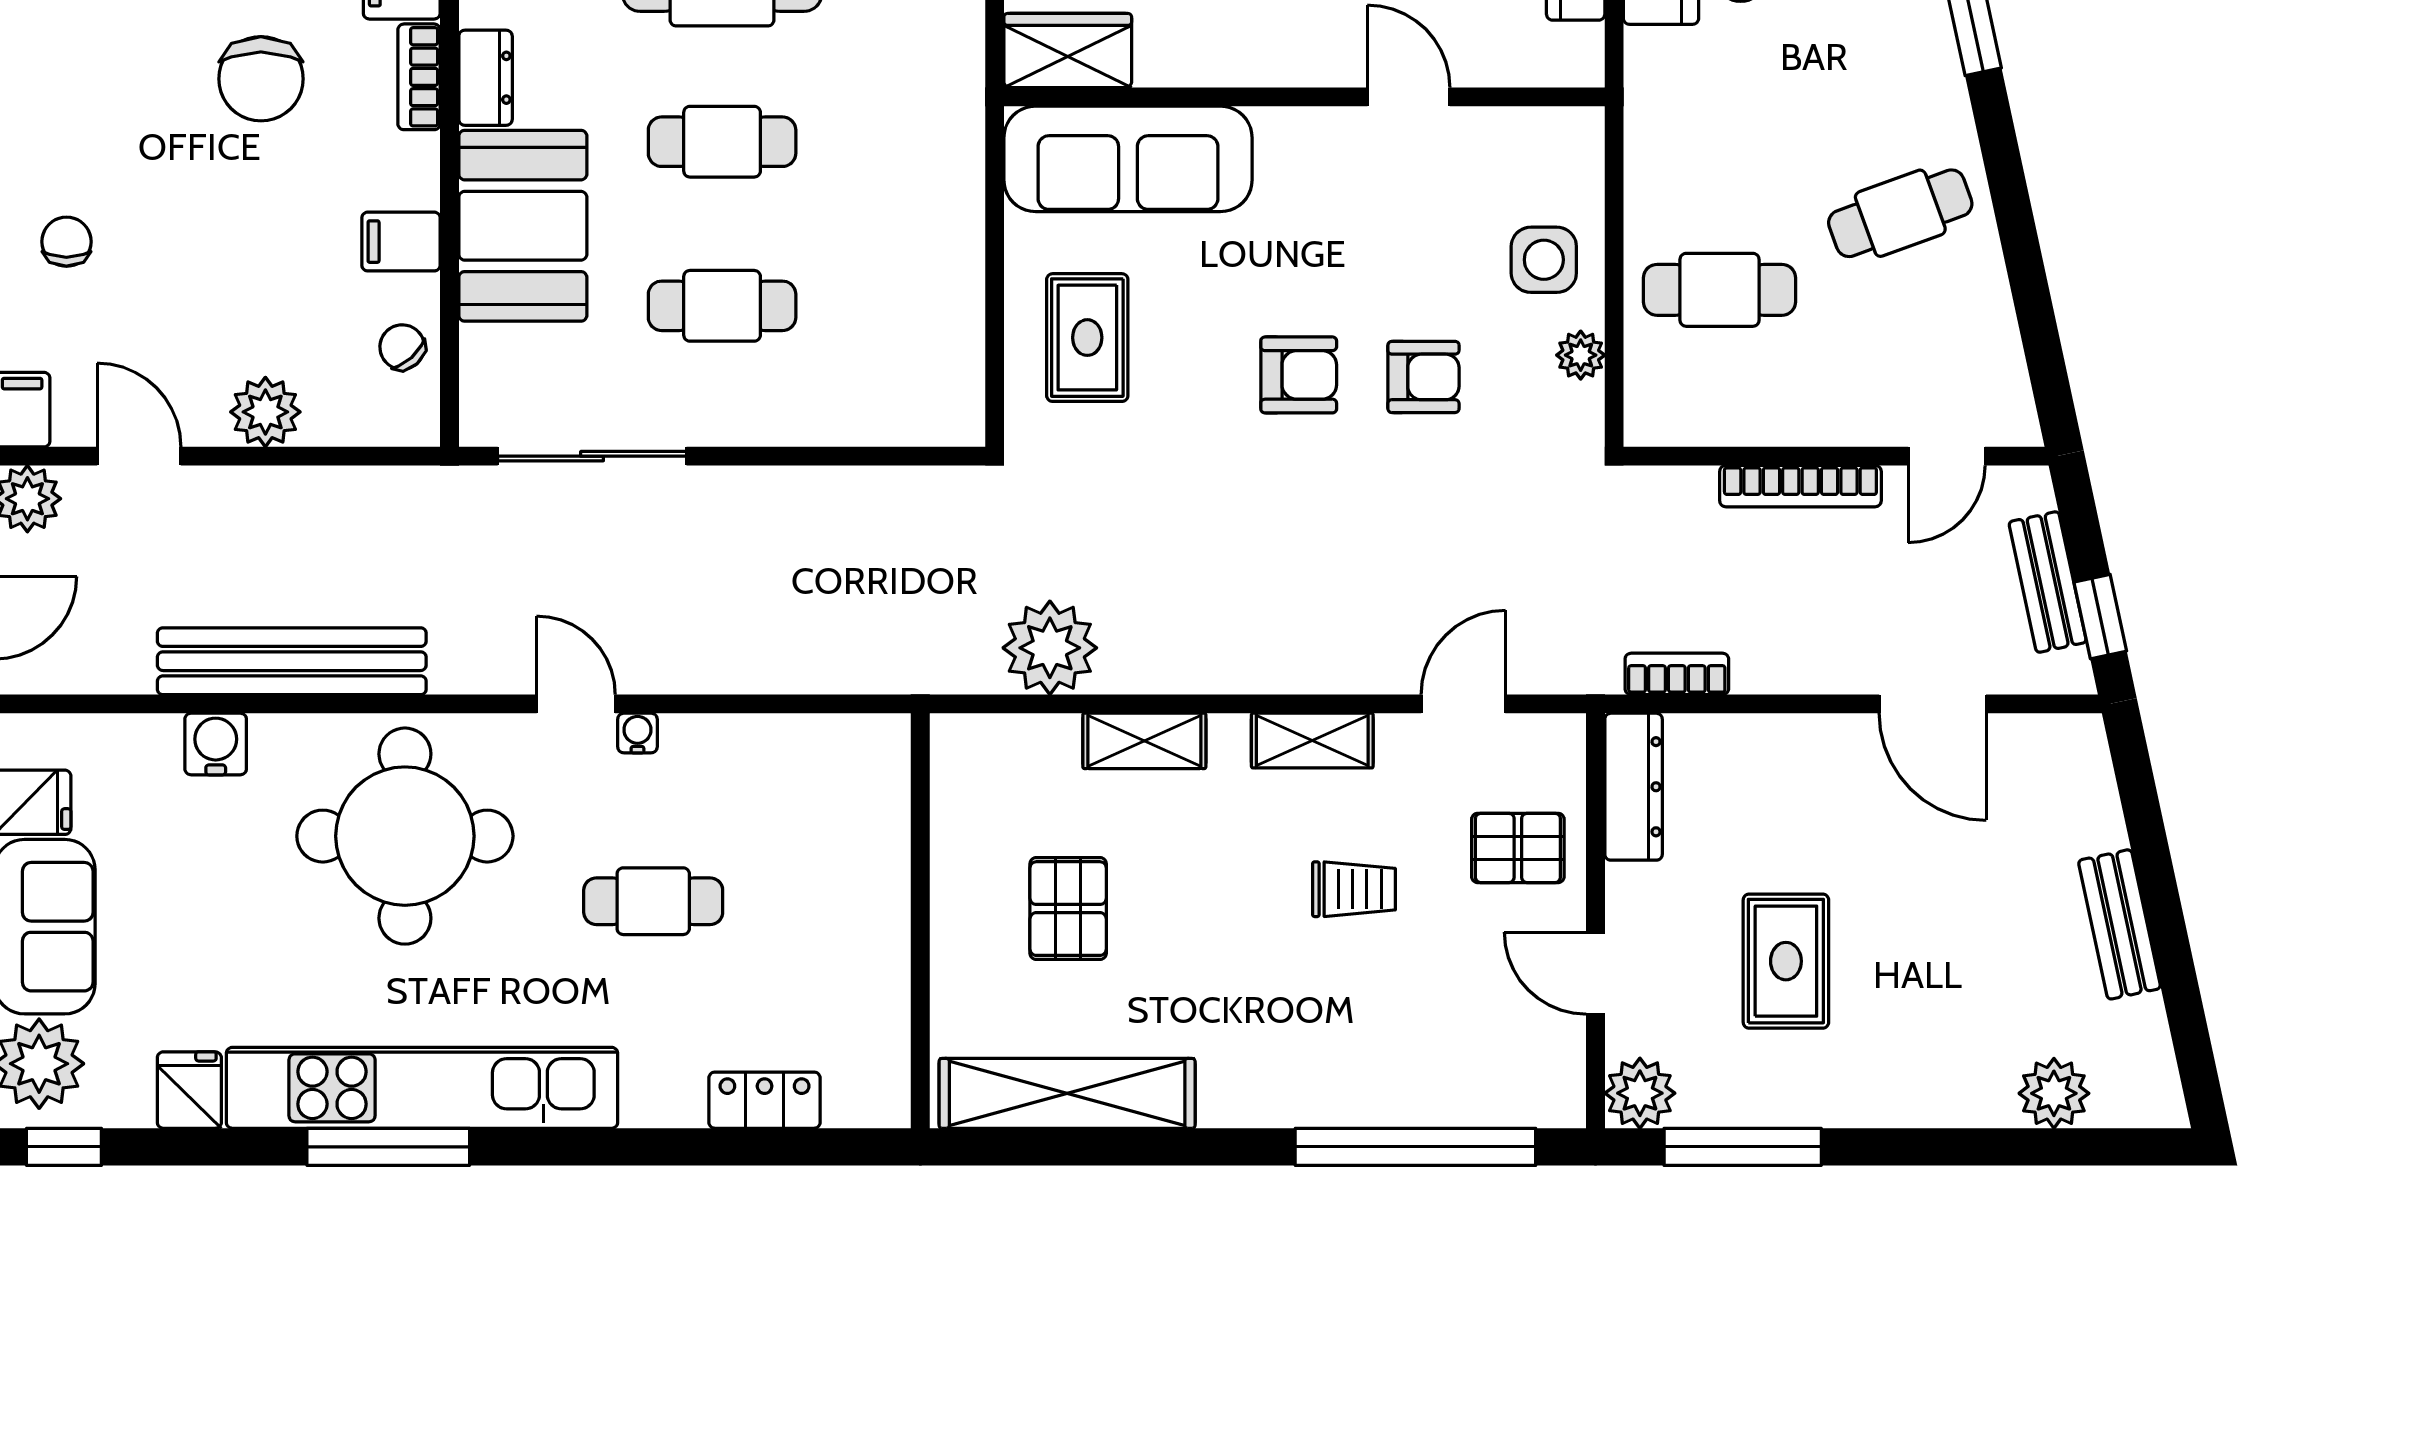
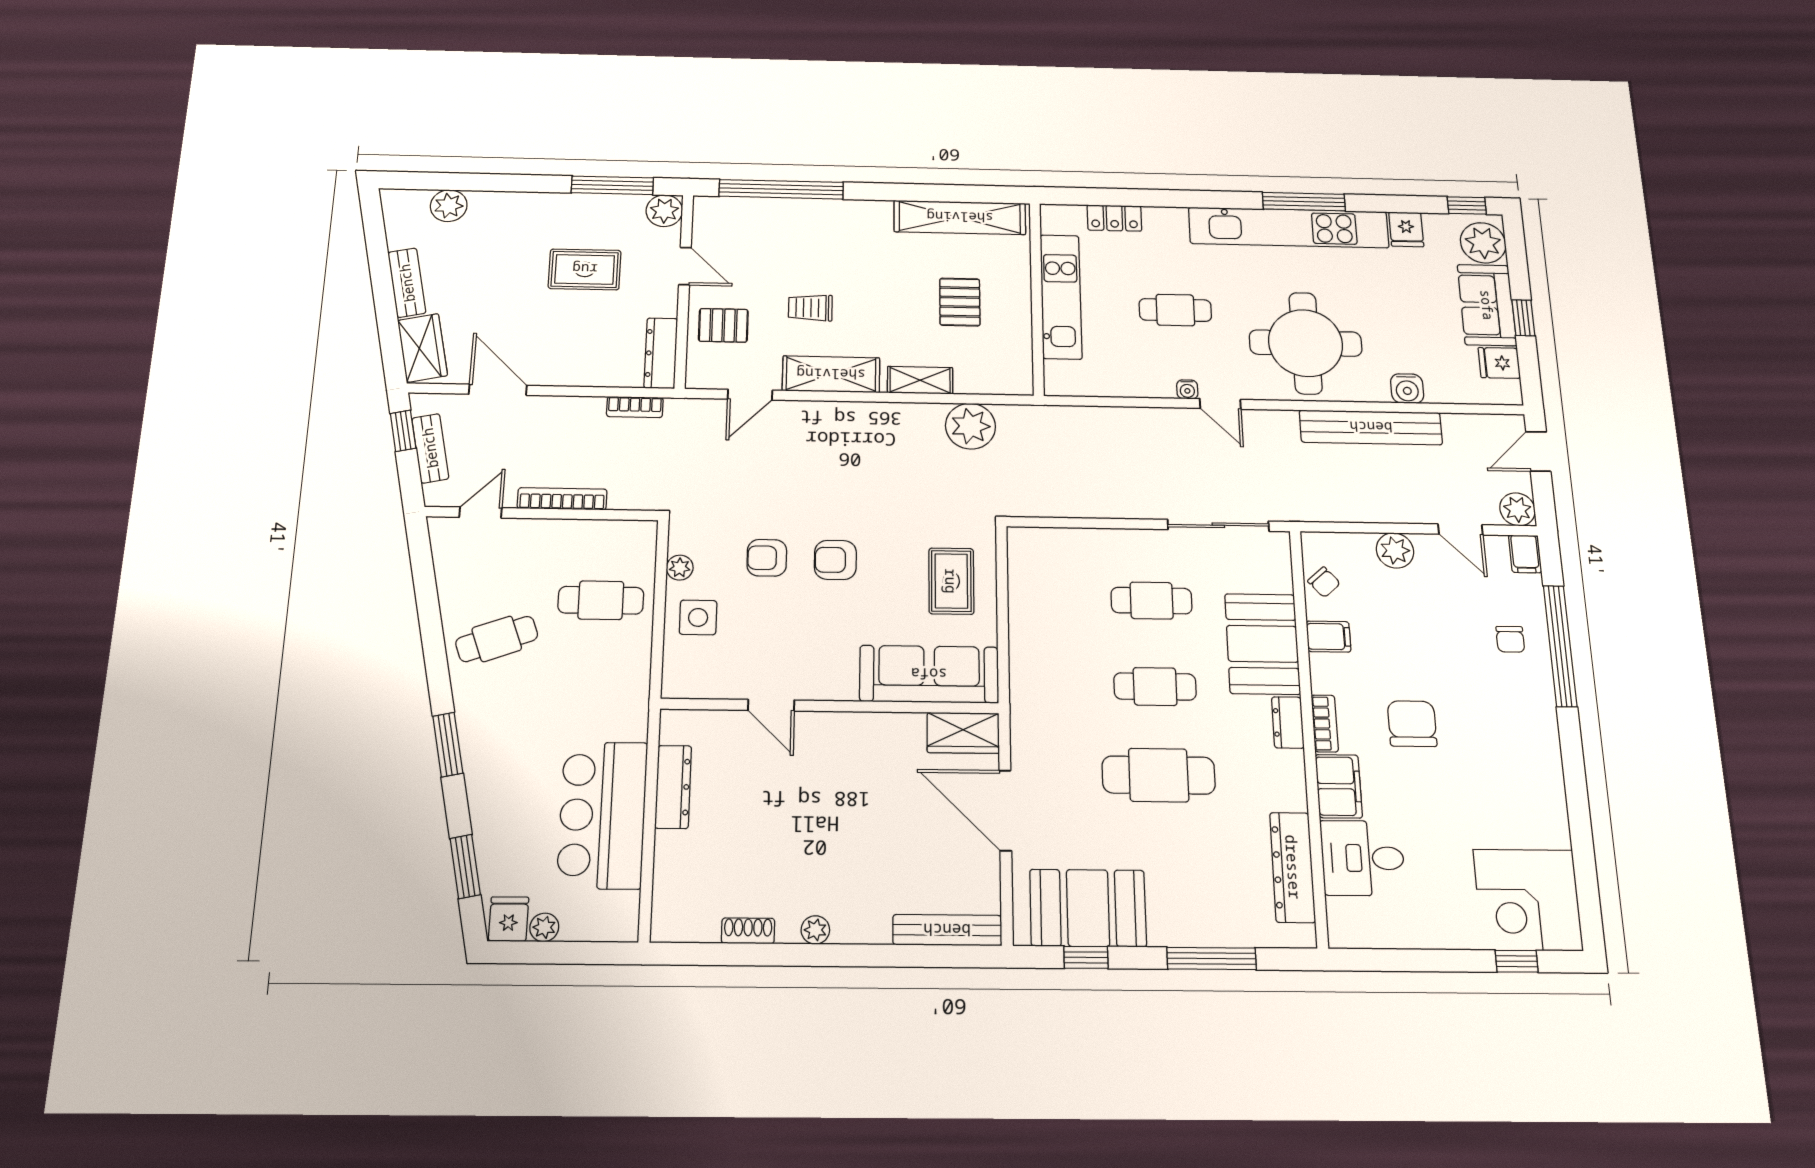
shelving: (1312, 741) -> (831, 374), width x1.50, depth x1.33
wardrobe: (2079, 788) -> (423, 348), added
kitchen unit: (873, 925) -> (1061, 297), added
rug: (1786, 961) -> (585, 269), turned 90

